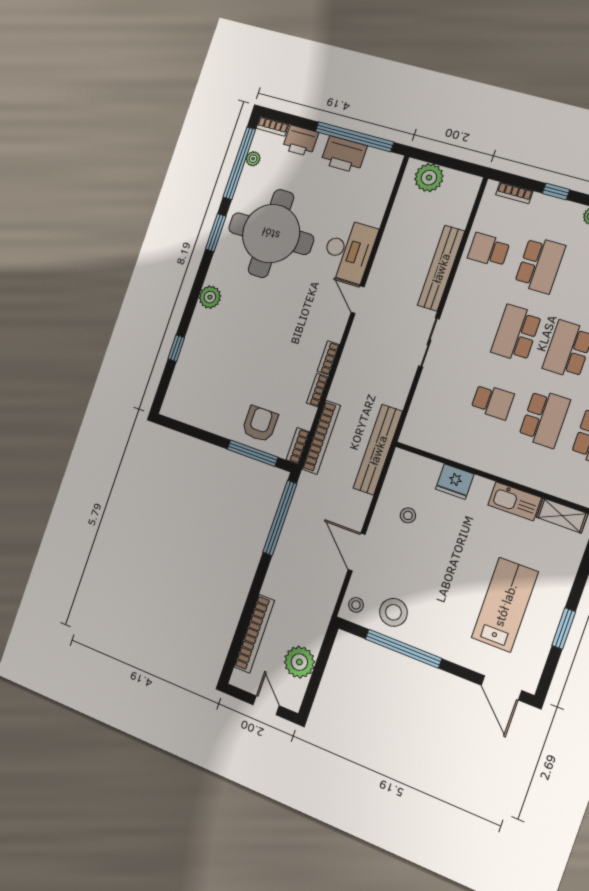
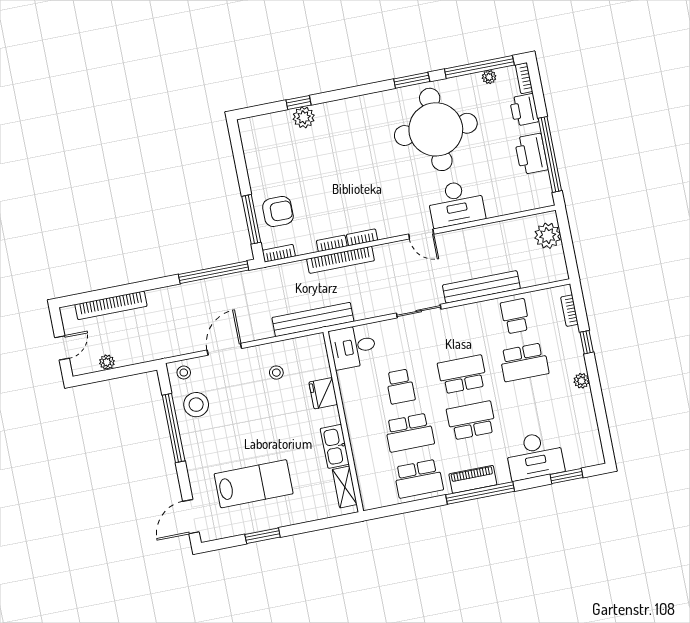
plant: (210, 297) -> (304, 117), moved
door: (358, 300) -> (421, 234), swing flipped
desk: (426, 426) -> (353, 347), added
bookcase: (321, 437) -> (341, 260), moved
plant: (299, 662) -> (107, 362), width x0.53, depth x0.53

